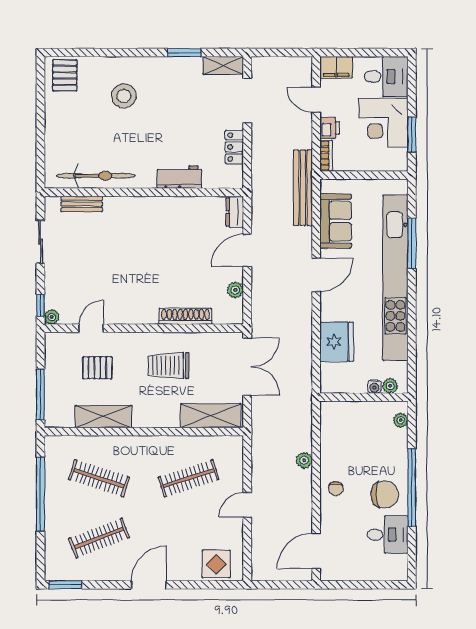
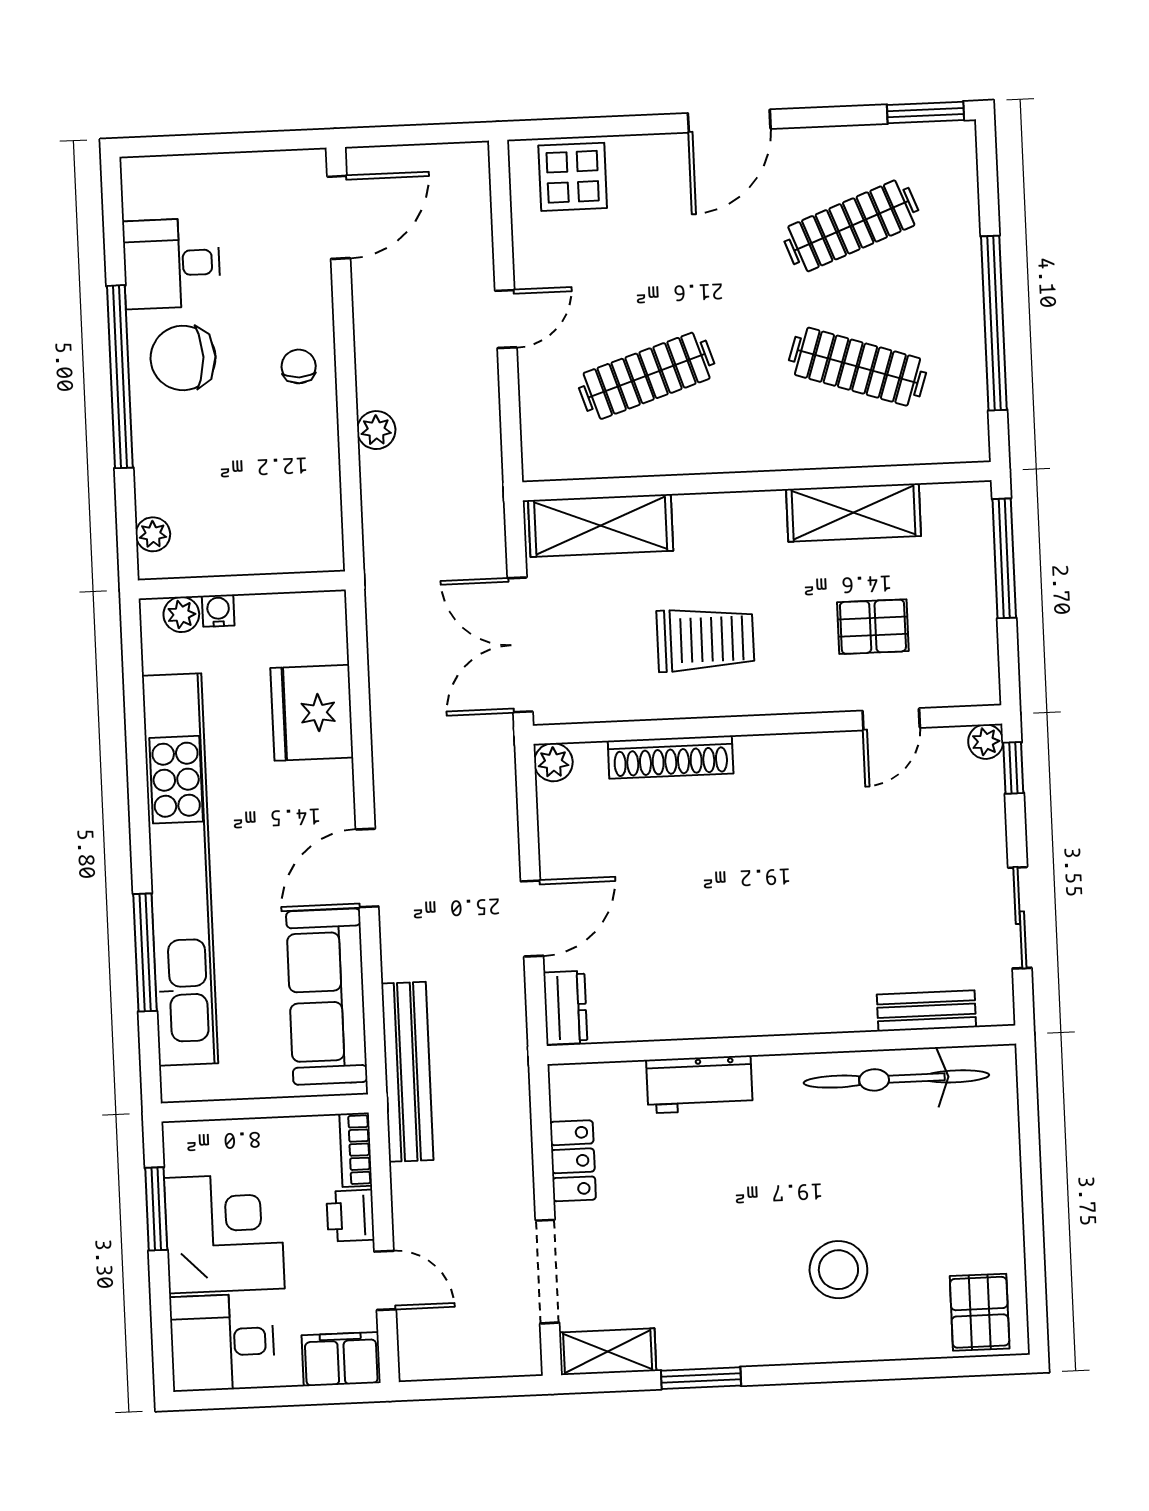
sofa: (336, 221) -> (327, 997), width x1.36
plant: (235, 290) -> (553, 762), moved

